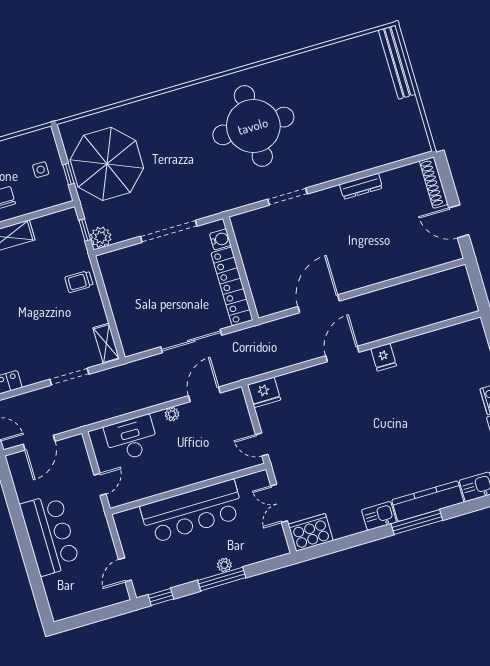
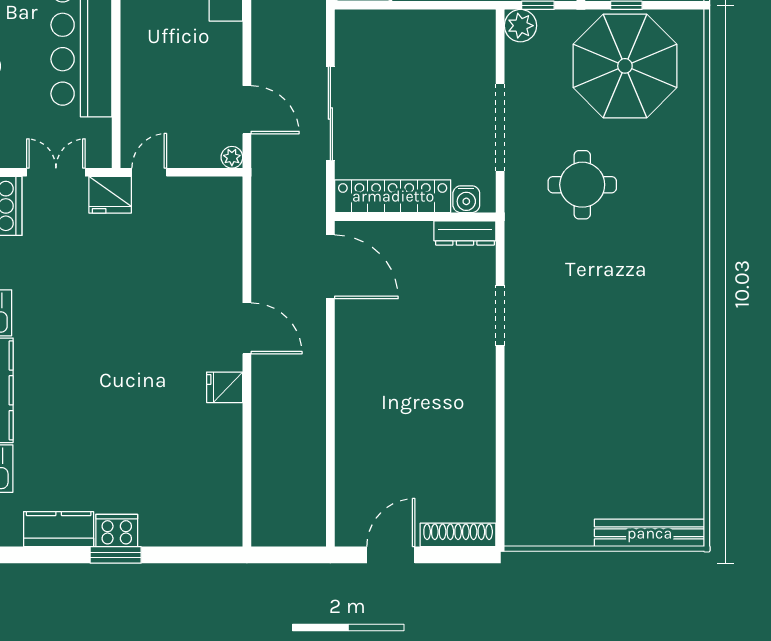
round table: (253, 126) -> (582, 185), moved, width x0.54, depth x0.54
dresser: (361, 186) -> (465, 233), moved, turned -90
door: (319, 304) -> (330, 267), moved
fridge: (264, 392) -> (110, 195), moved, turned -90
plant: (172, 414) -> (232, 157), moved

